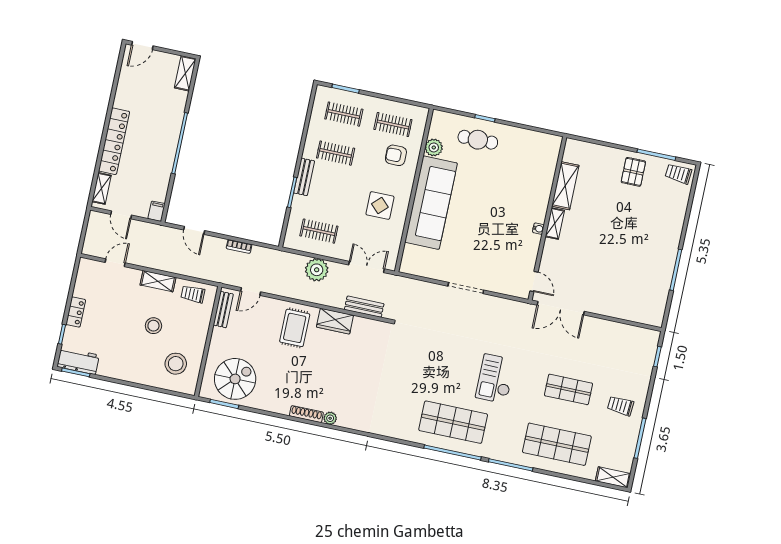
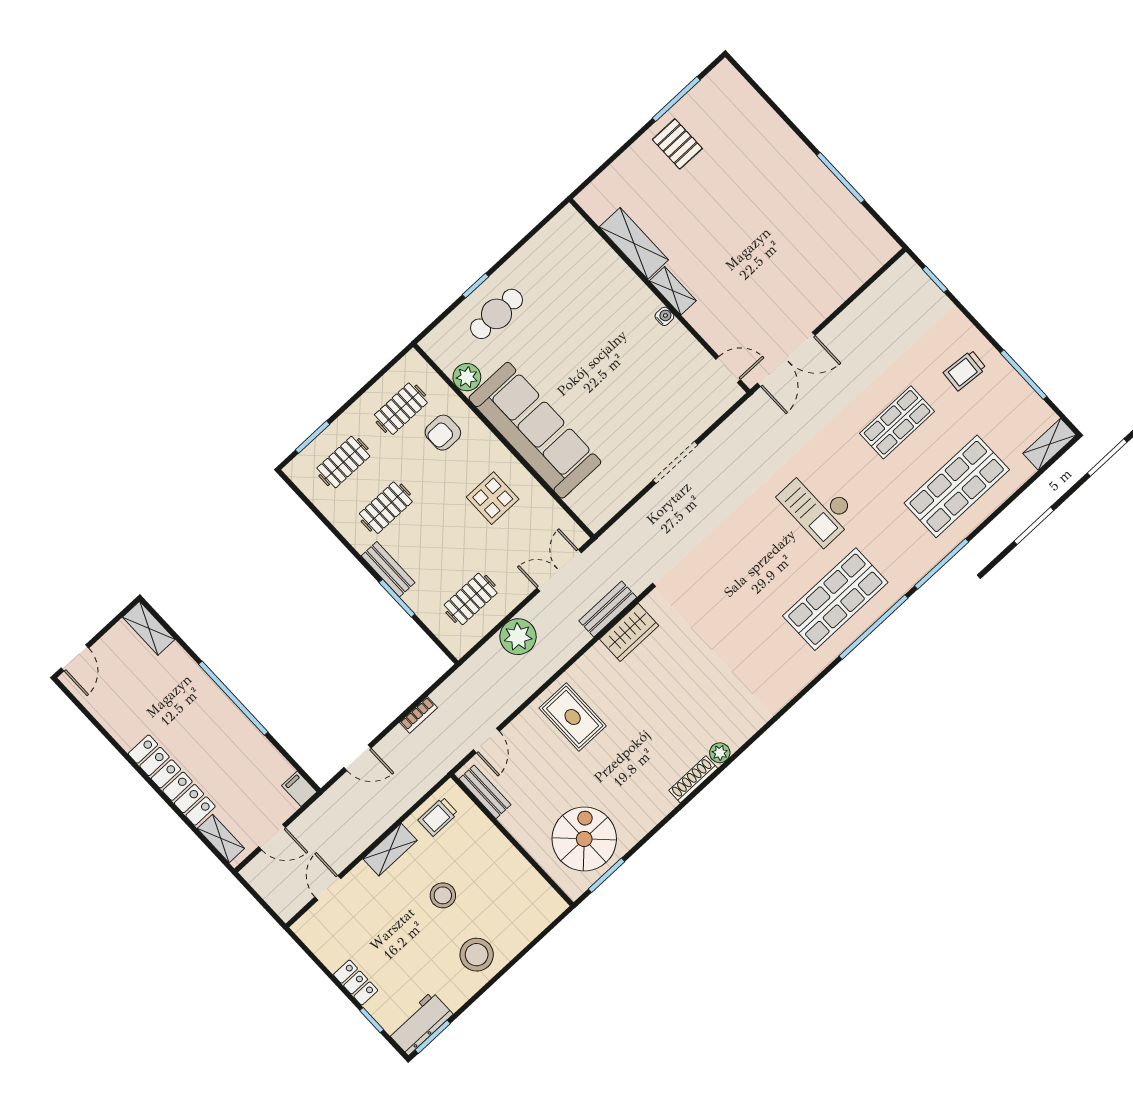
trolley: (678, 174) -> (720, 88), removed
wardrobe: (335, 321) -> (629, 632), moved
stool: (176, 364) -> (477, 955), moved

